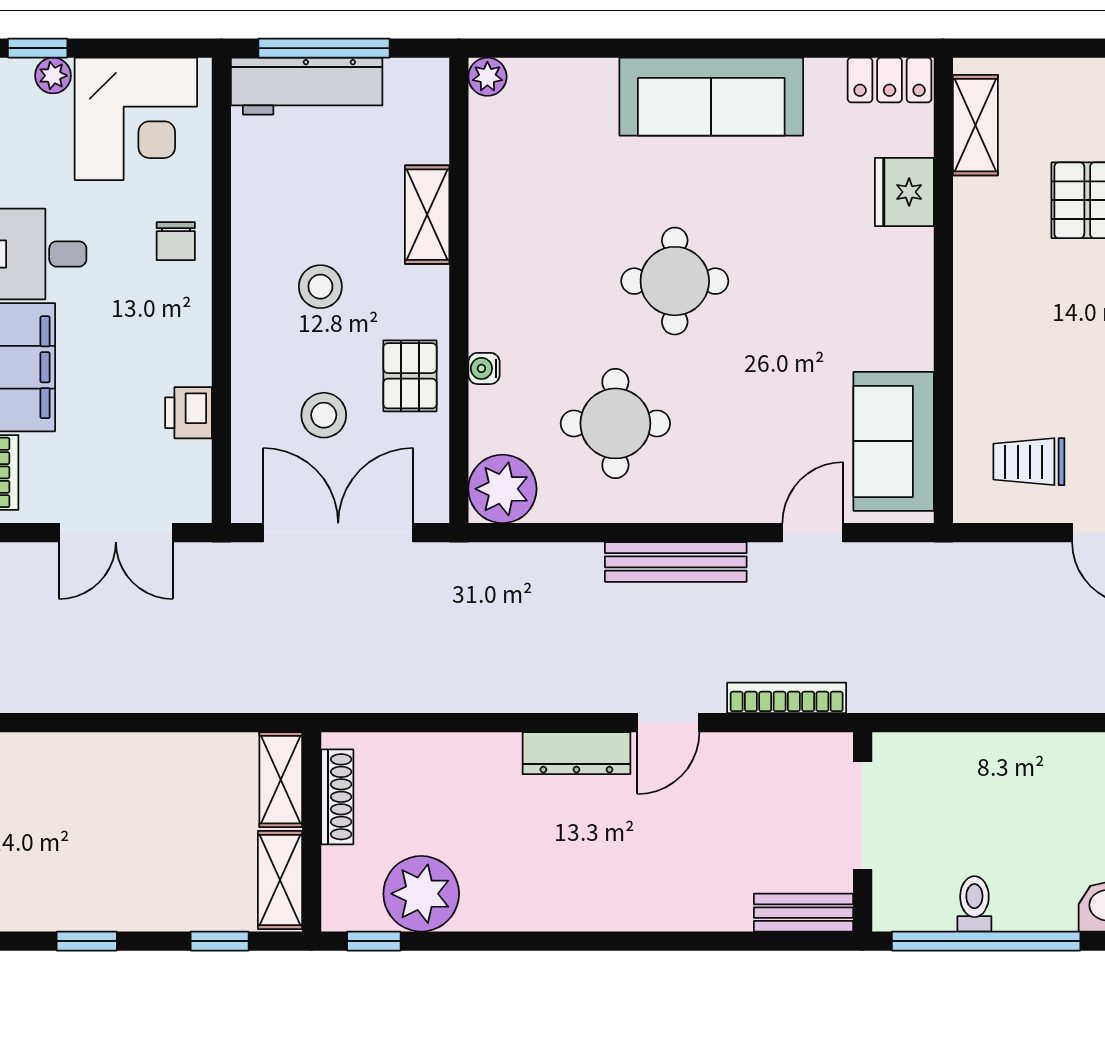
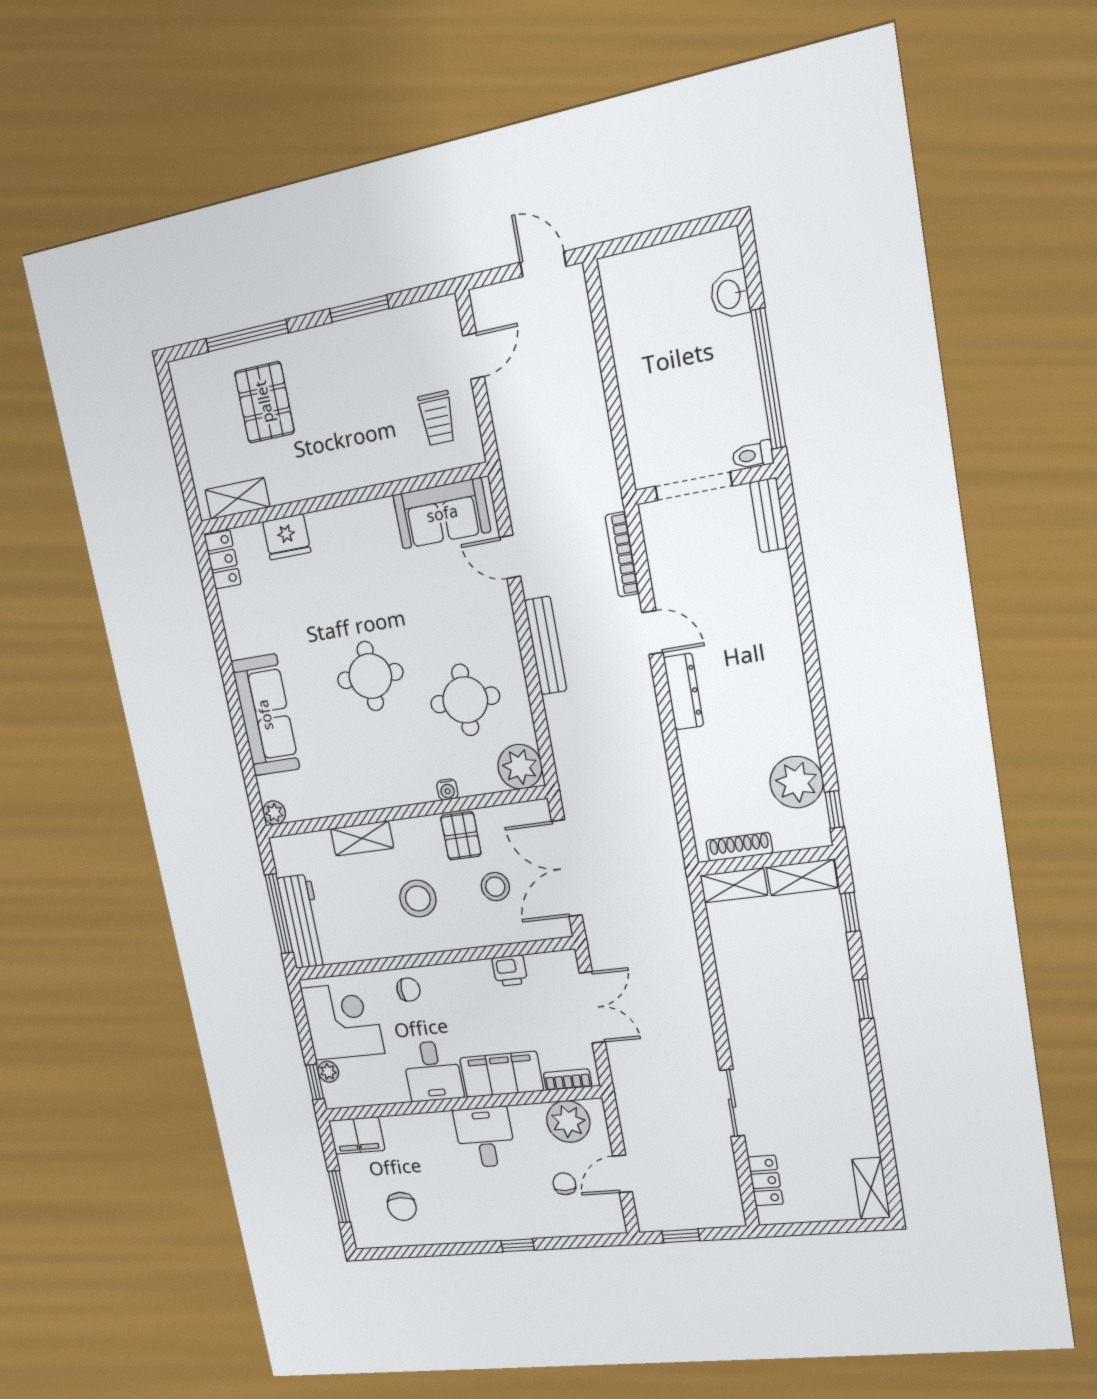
sofa: (711, 97) -> (265, 715), moved
stool: (320, 287) -> (418, 899), width x1.38, depth x1.38
pallet: (410, 376) -> (461, 836), turned 90
toilet: (974, 904) -> (753, 455), moved

